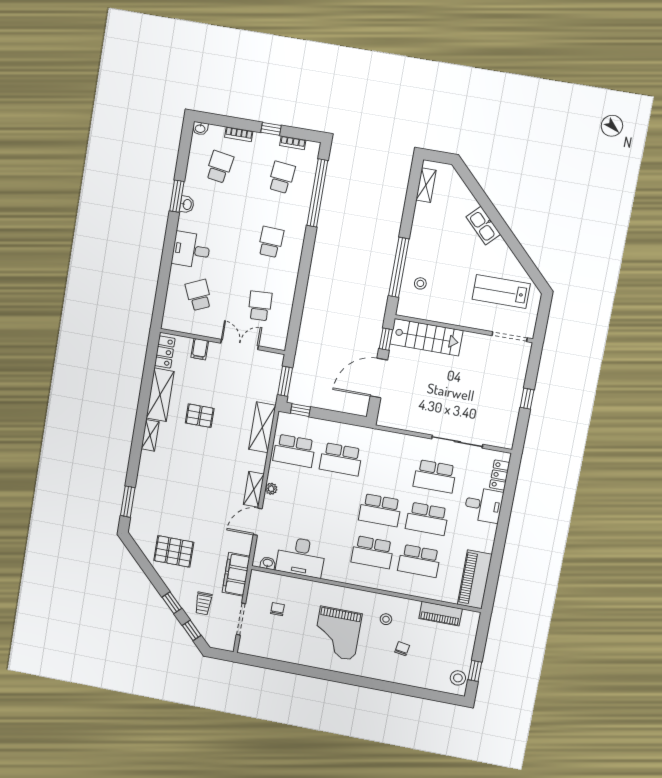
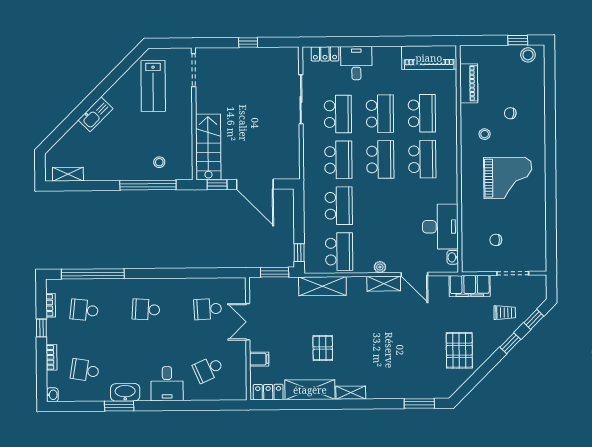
washbasin: (187, 204) -> (125, 392), width x1.91, depth x1.45
school desk: (388, 468) -> (338, 160), added

